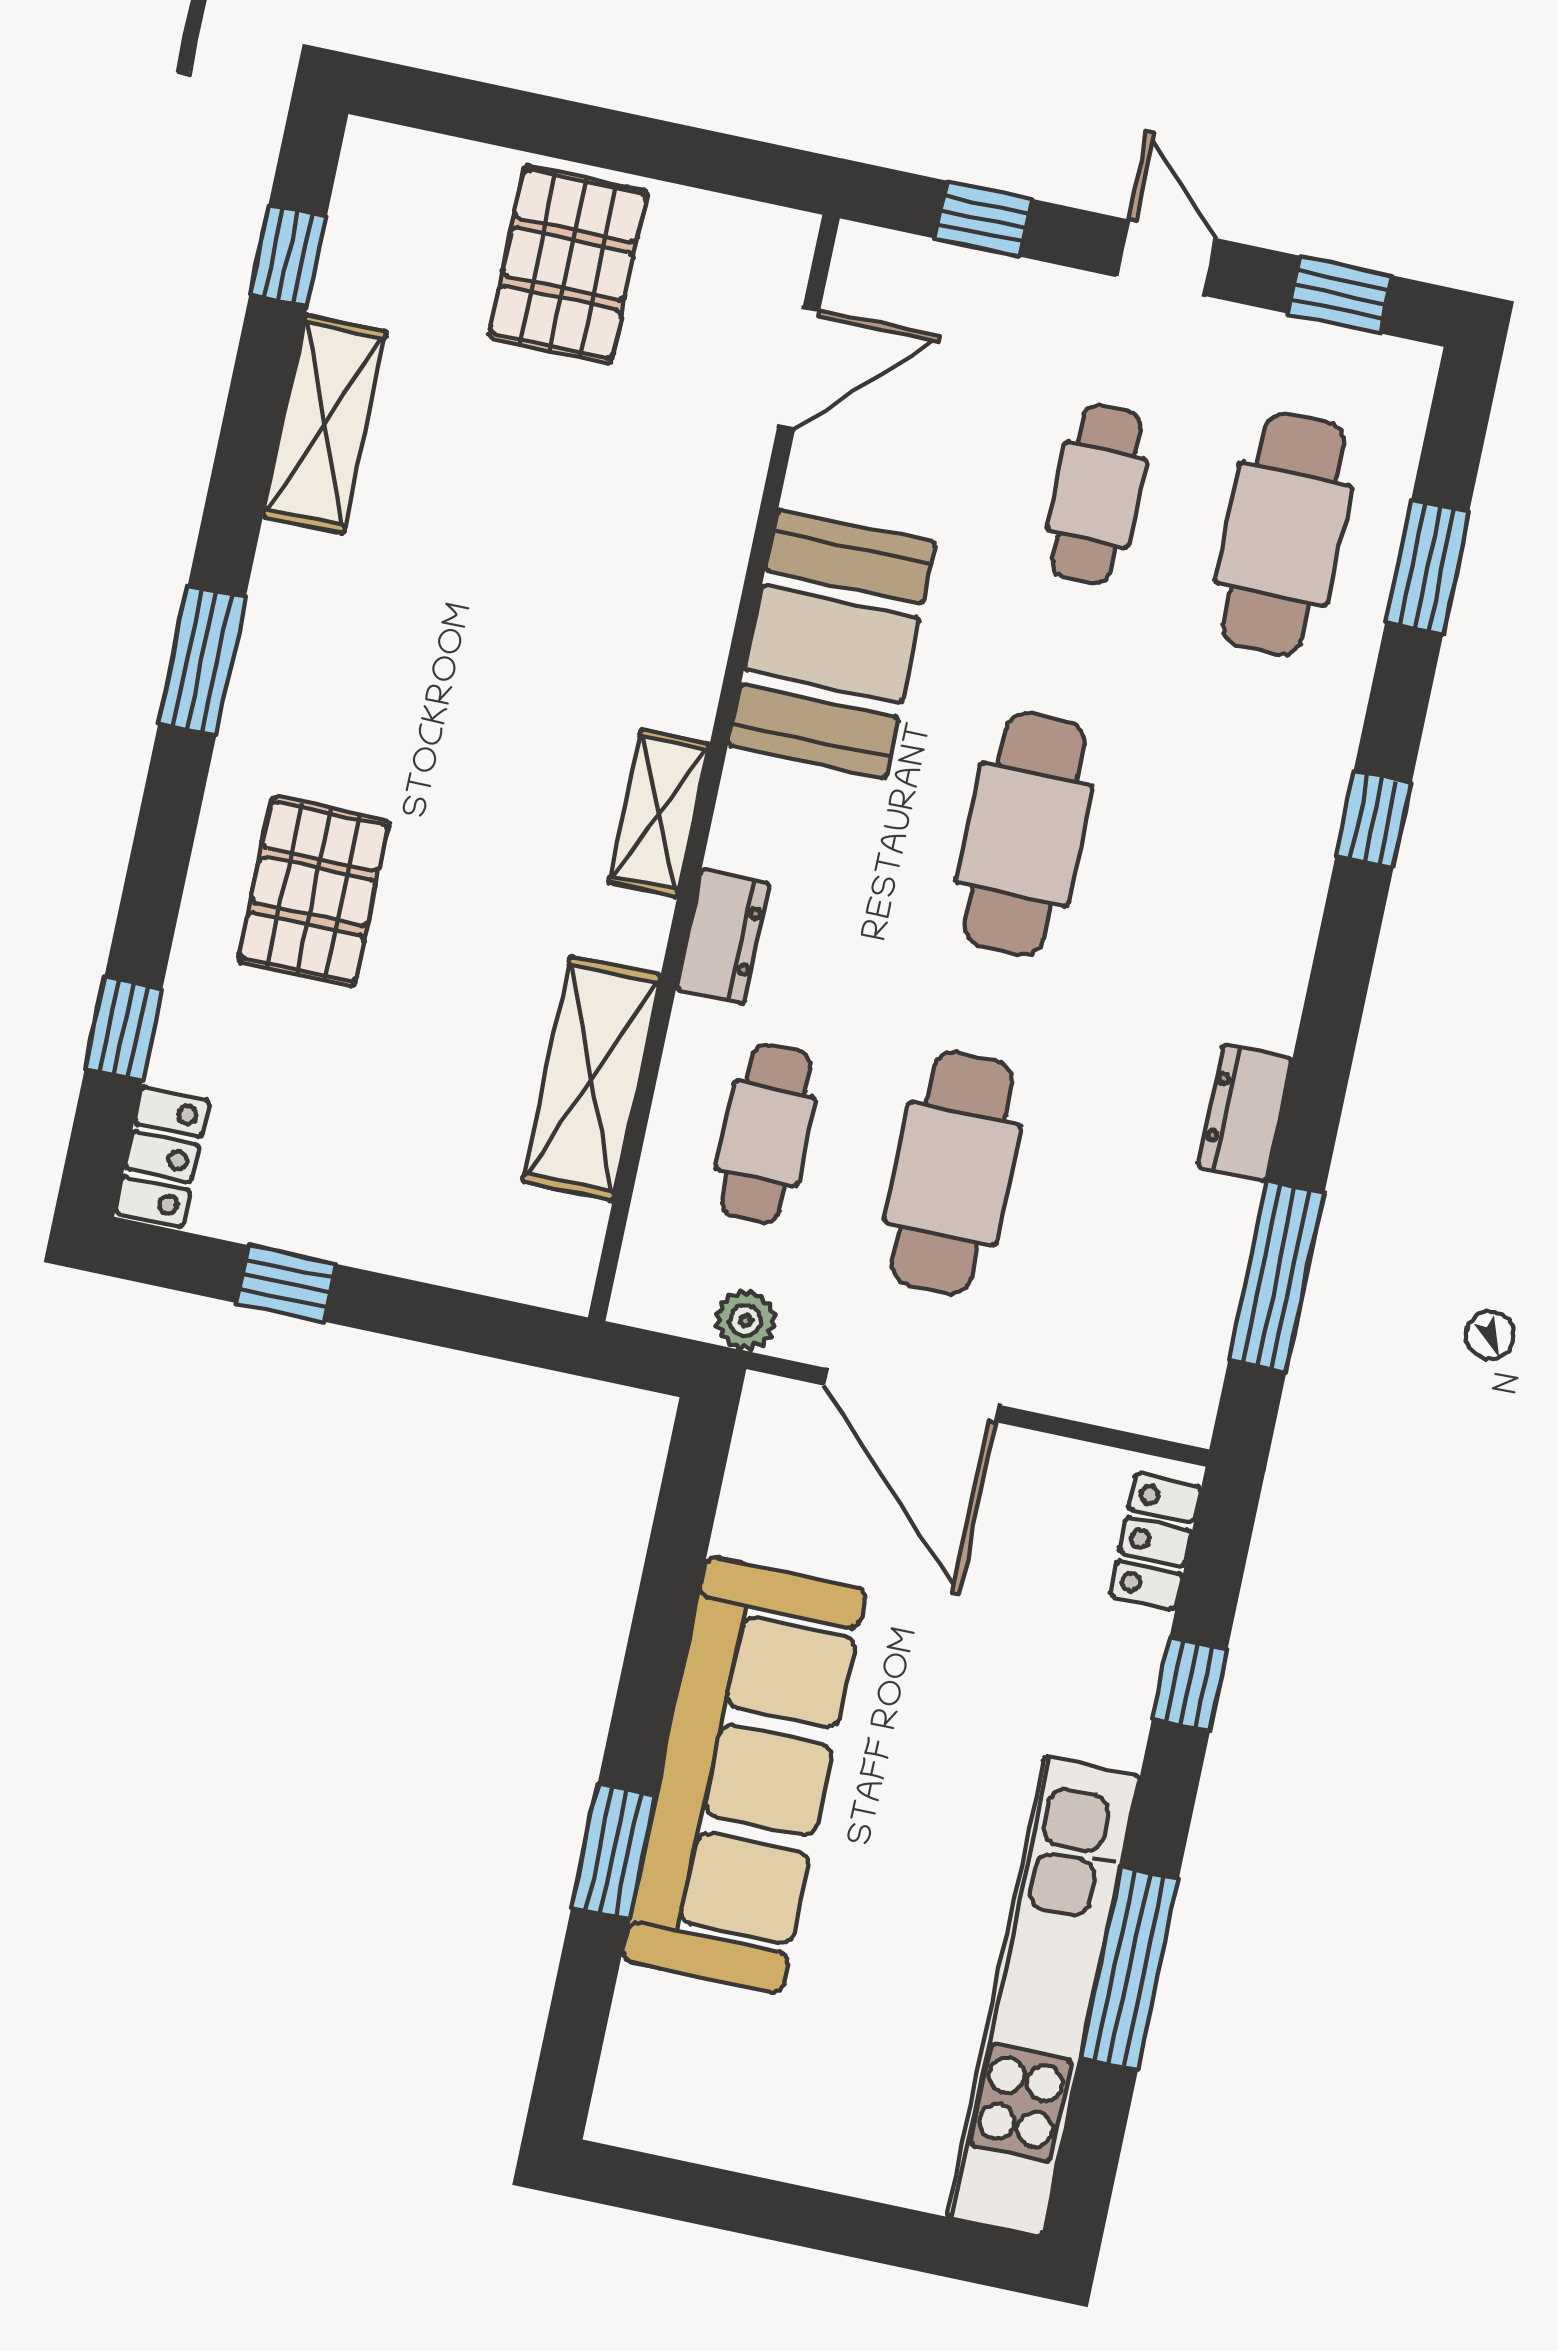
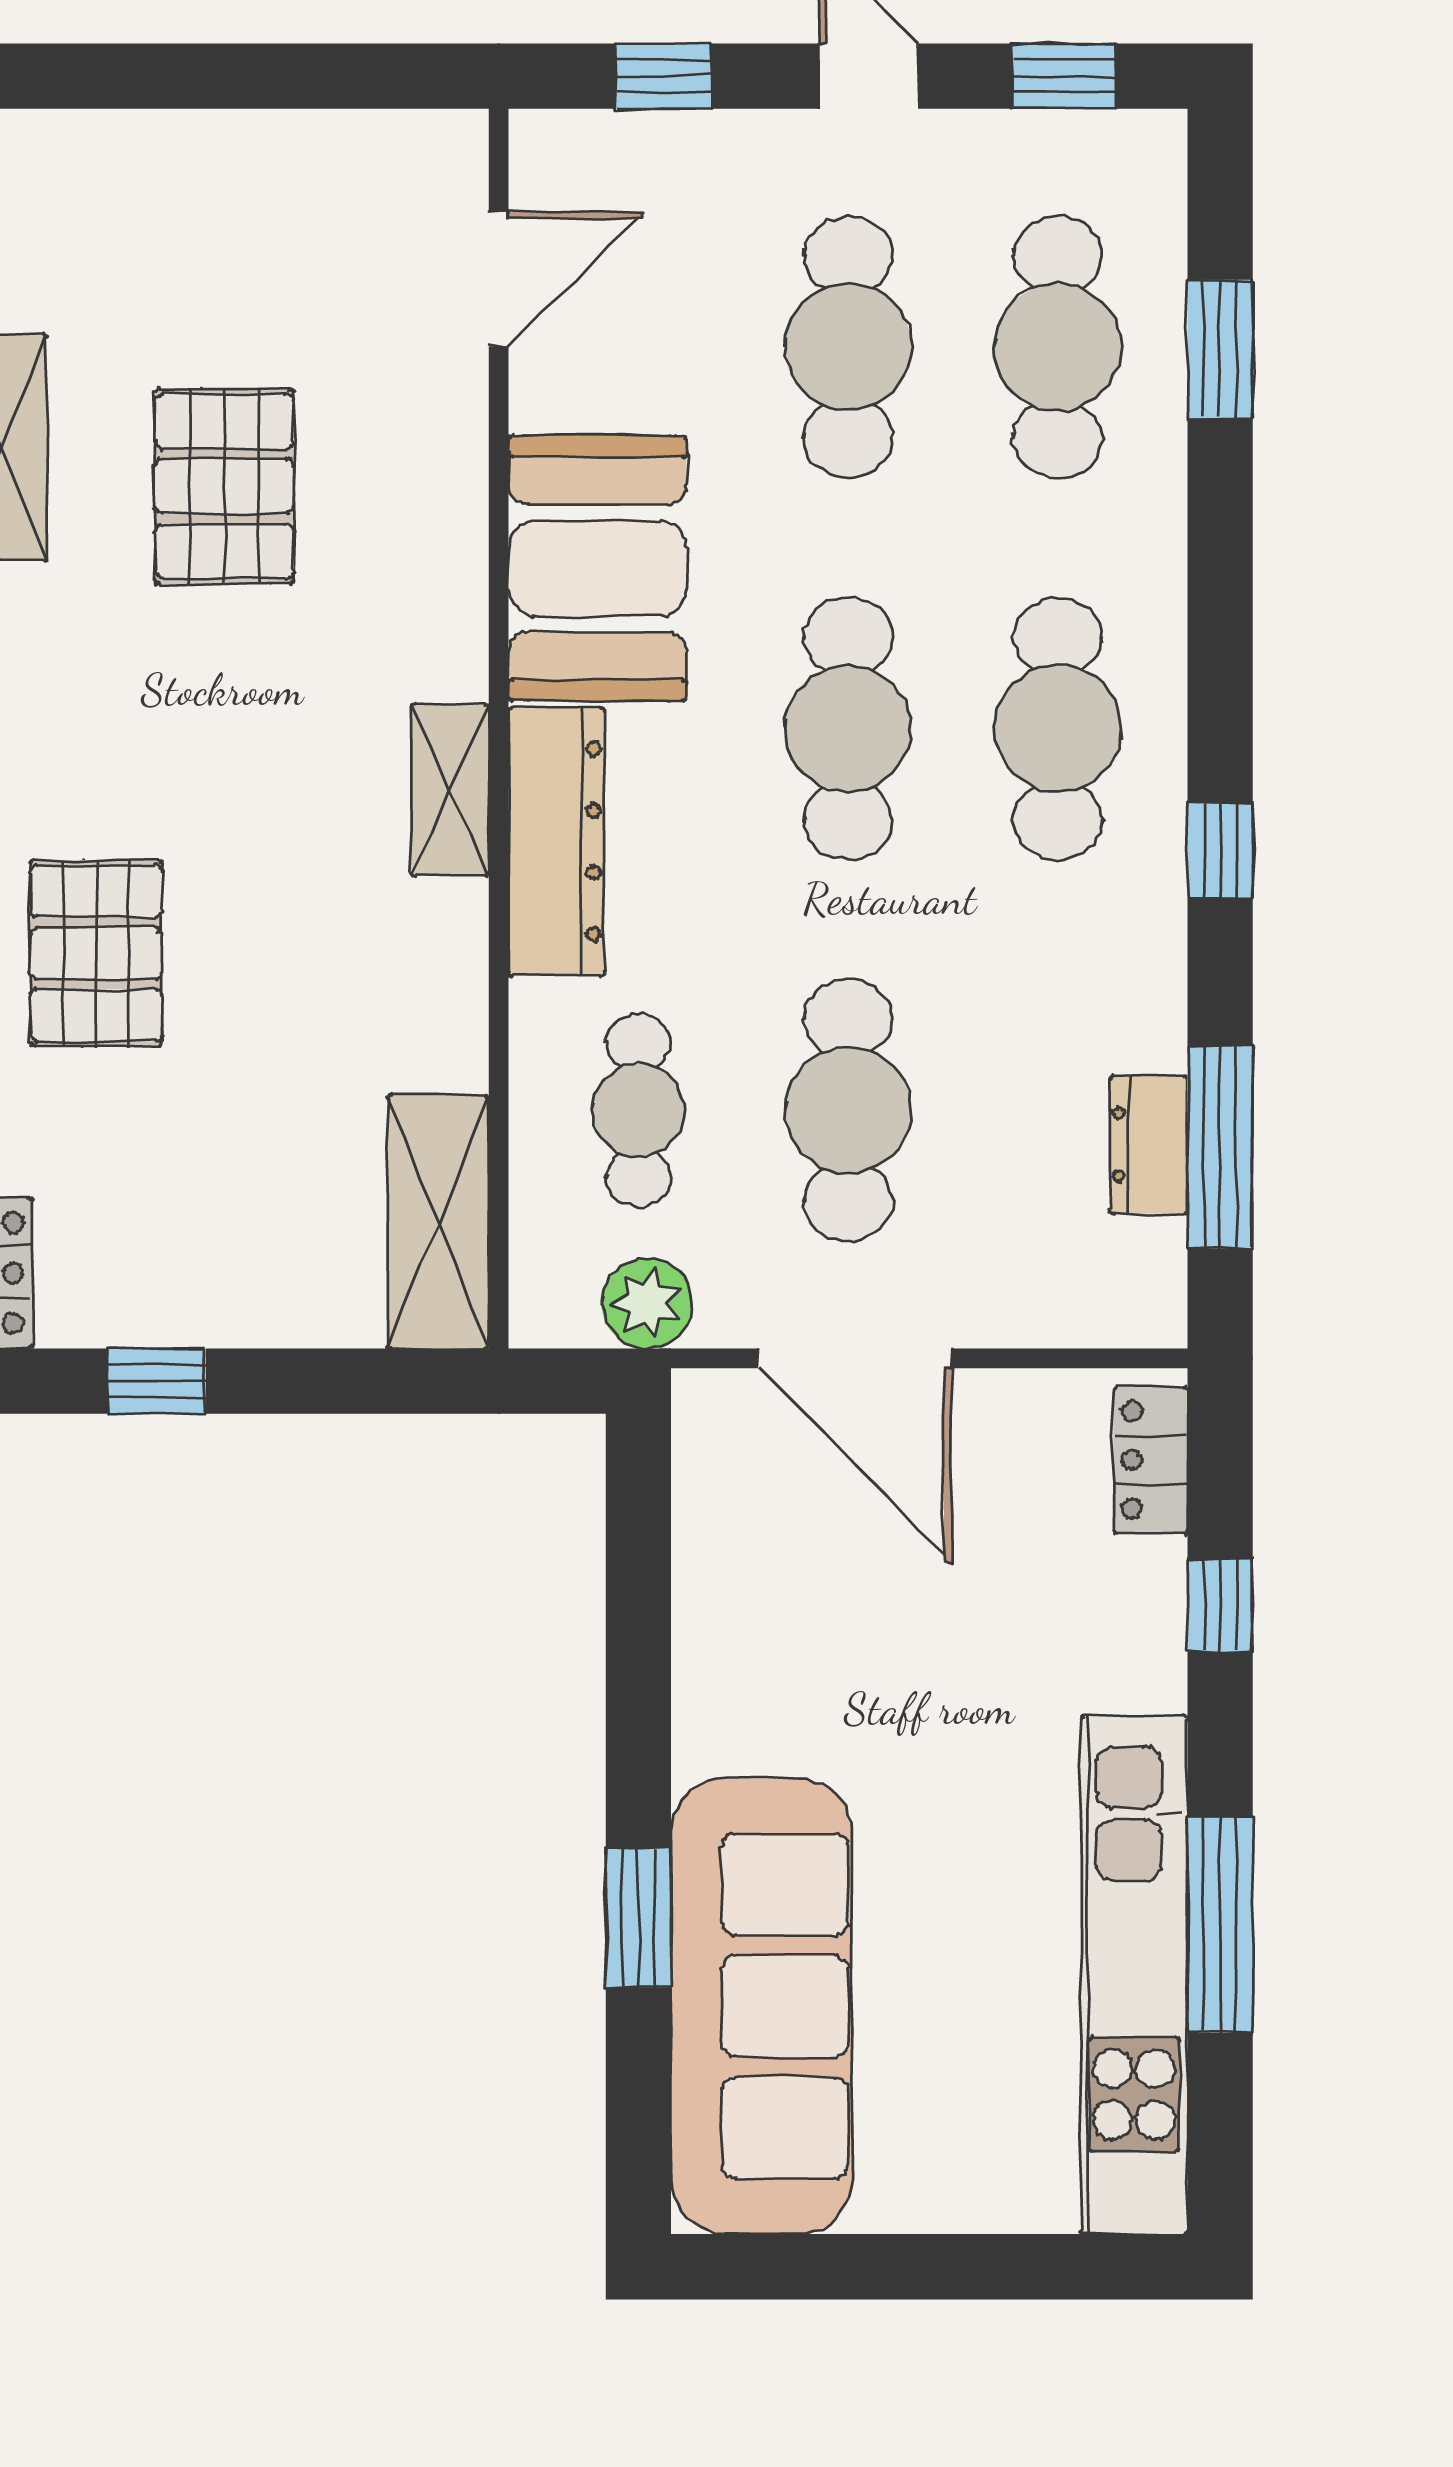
pallet: (568, 264) -> (224, 486), moved
cafe table: (1097, 495) -> (848, 347), width x1.37, depth x1.35
window: (1373, 820) -> (1220, 851), moved
cafe table: (1211, 874) -> (1058, 729), added
dresser: (723, 936) -> (556, 842), width x1.96, depth x1.24
shelving: (592, 1078) -> (438, 1222), moved
dresser: (1245, 1113) -> (1149, 1145), moved
plant: (746, 1320) -> (647, 1303), width x1.38, depth x1.38
sofa: (744, 1775) -> (761, 2006), moved

